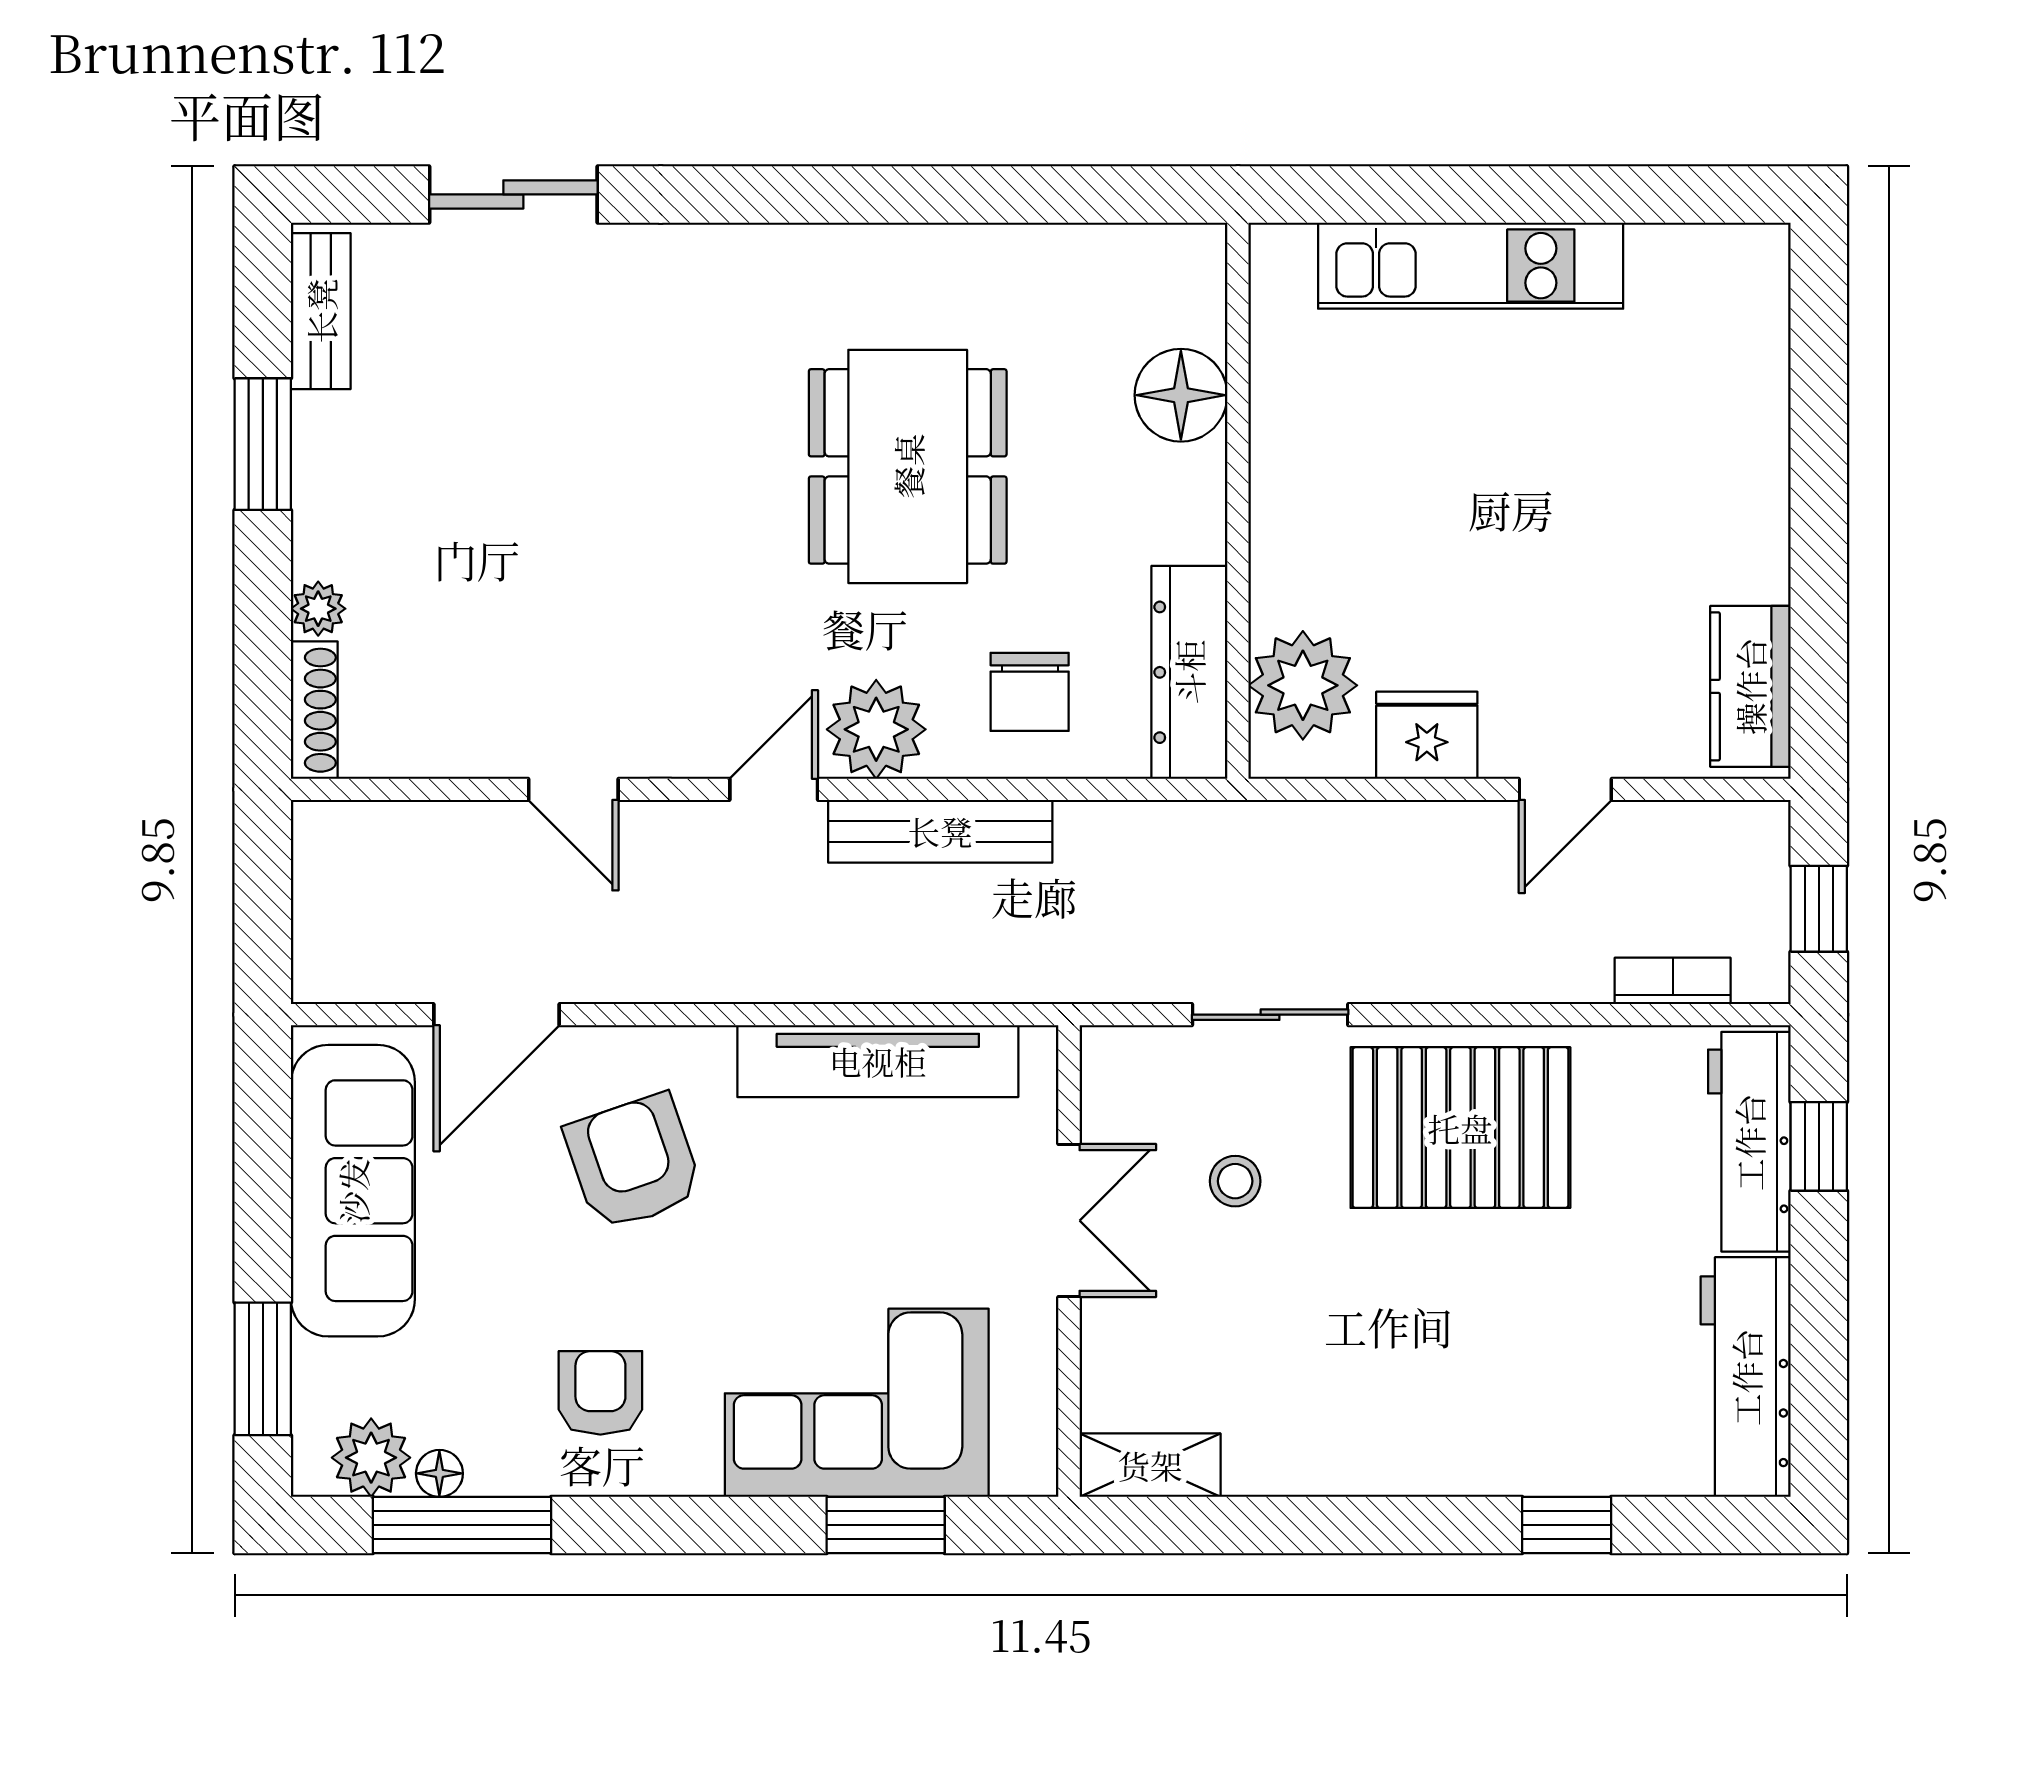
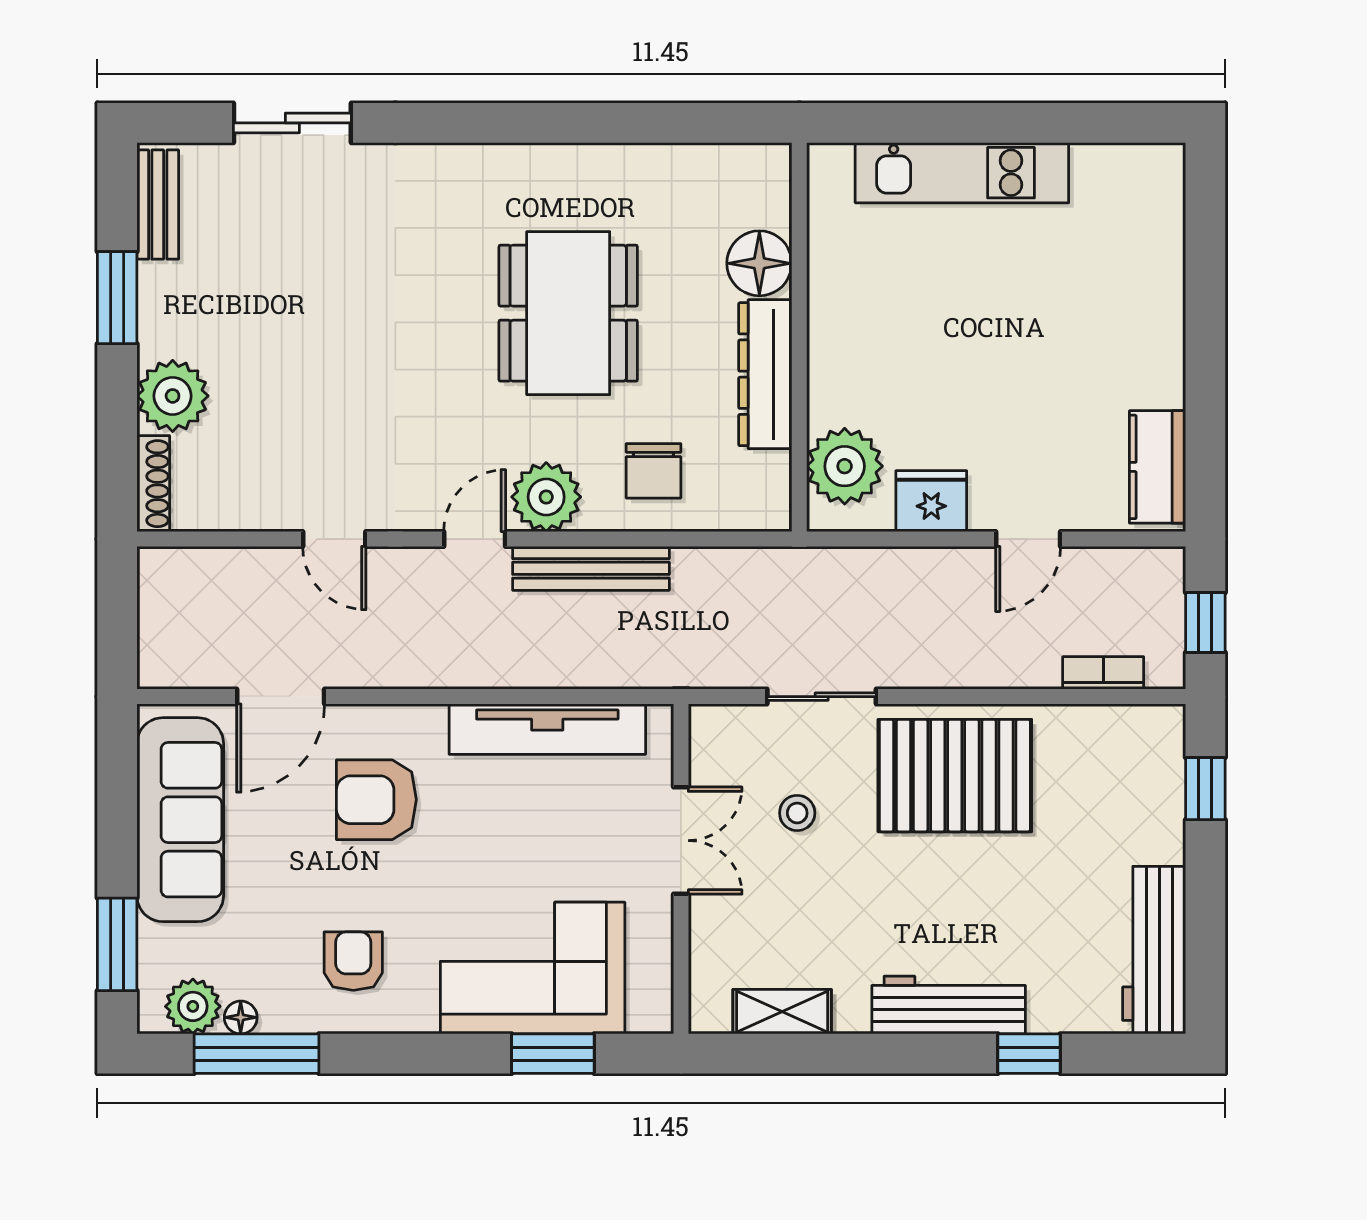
plant: (318, 609) -> (173, 396), width x1.88, depth x1.88
dresser: (1189, 672) -> (765, 374), moved
workbench: (1749, 1142) -> (949, 1005), moved, turned 90
armchair: (633, 1162) -> (376, 800), turned -71
shelving: (1150, 1465) -> (782, 1012), moved

